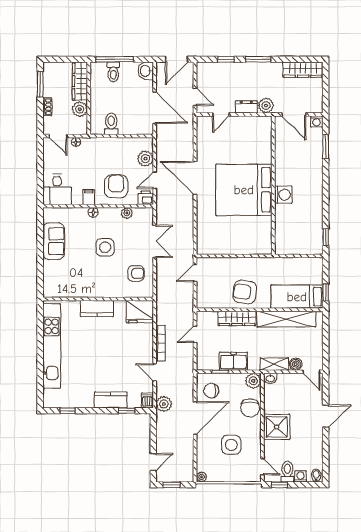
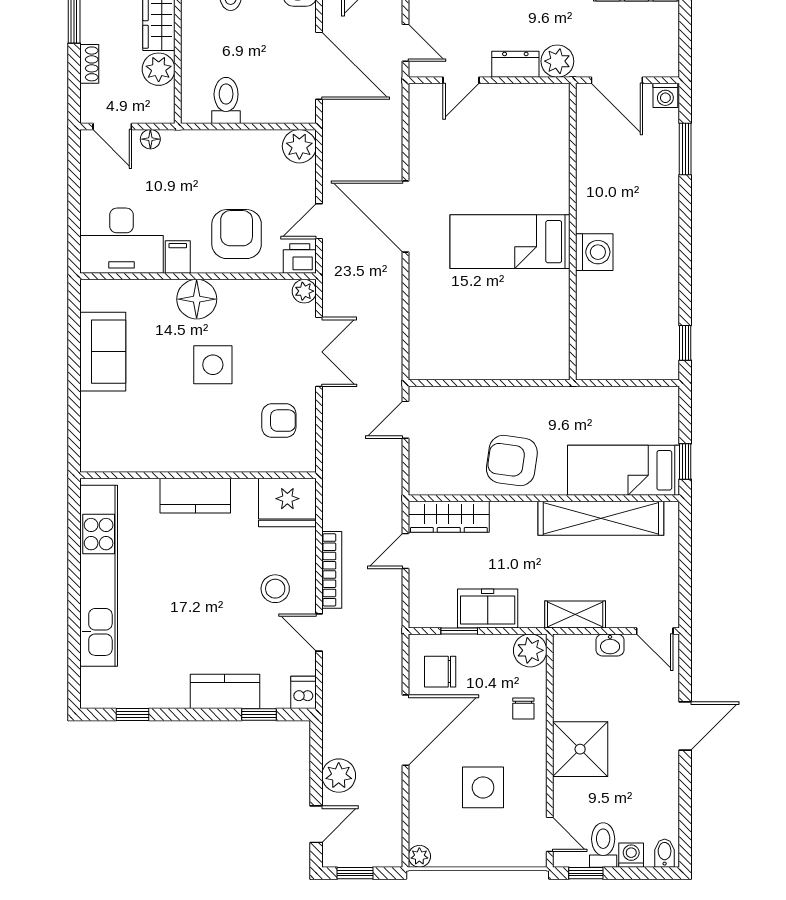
plant: (145, 159) -> (299, 146), moved
desk: (57, 189) -> (122, 241), width x1.37
bed: (244, 190) -> (510, 242), width x0.49
floor lamp: (93, 212) -> (197, 299), width x1.89, depth x1.89
plant: (127, 213) -> (304, 291), moved
wardrobe: (237, 318) -> (449, 517), moved
stool: (134, 352) -> (275, 589), added
boiler: (296, 364) -> (621, 615), removed
washbasin: (270, 378) -> (610, 645), moved
plant: (164, 404) -> (339, 776), moved
chair: (250, 408) -> (523, 708), width x0.54, depth x0.54

